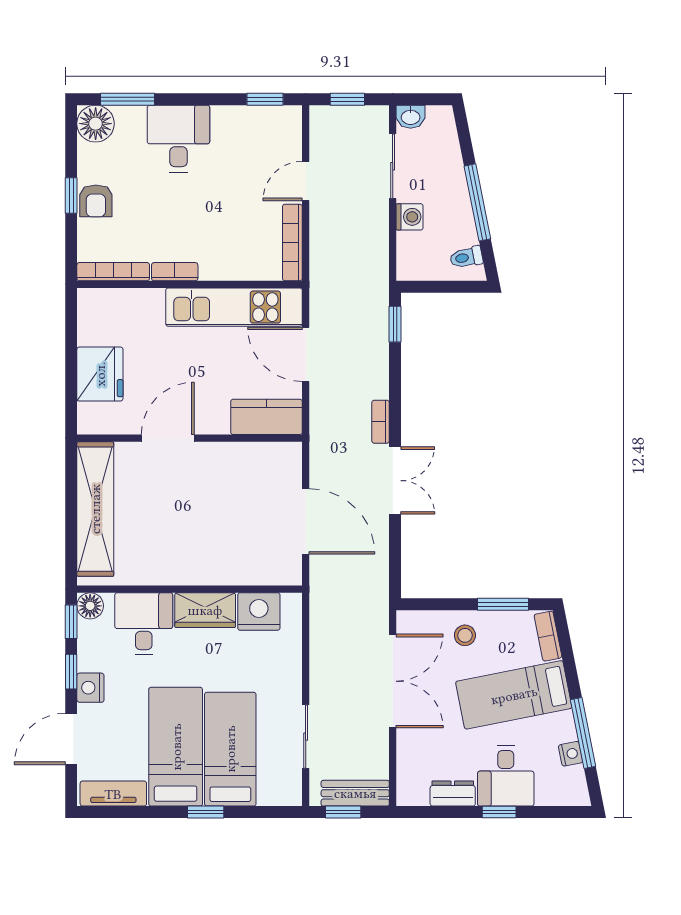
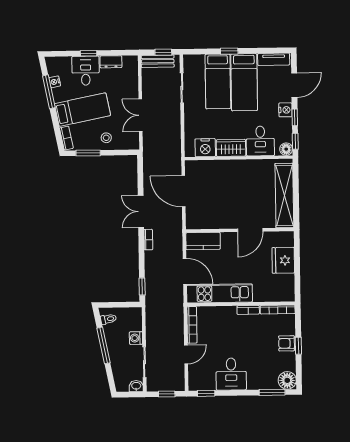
desk: (178, 139) -> (231, 374), moved
armchair: (96, 201) -> (287, 343), turned -90
double door: (393, 681) -> (141, 115), width x0.73

